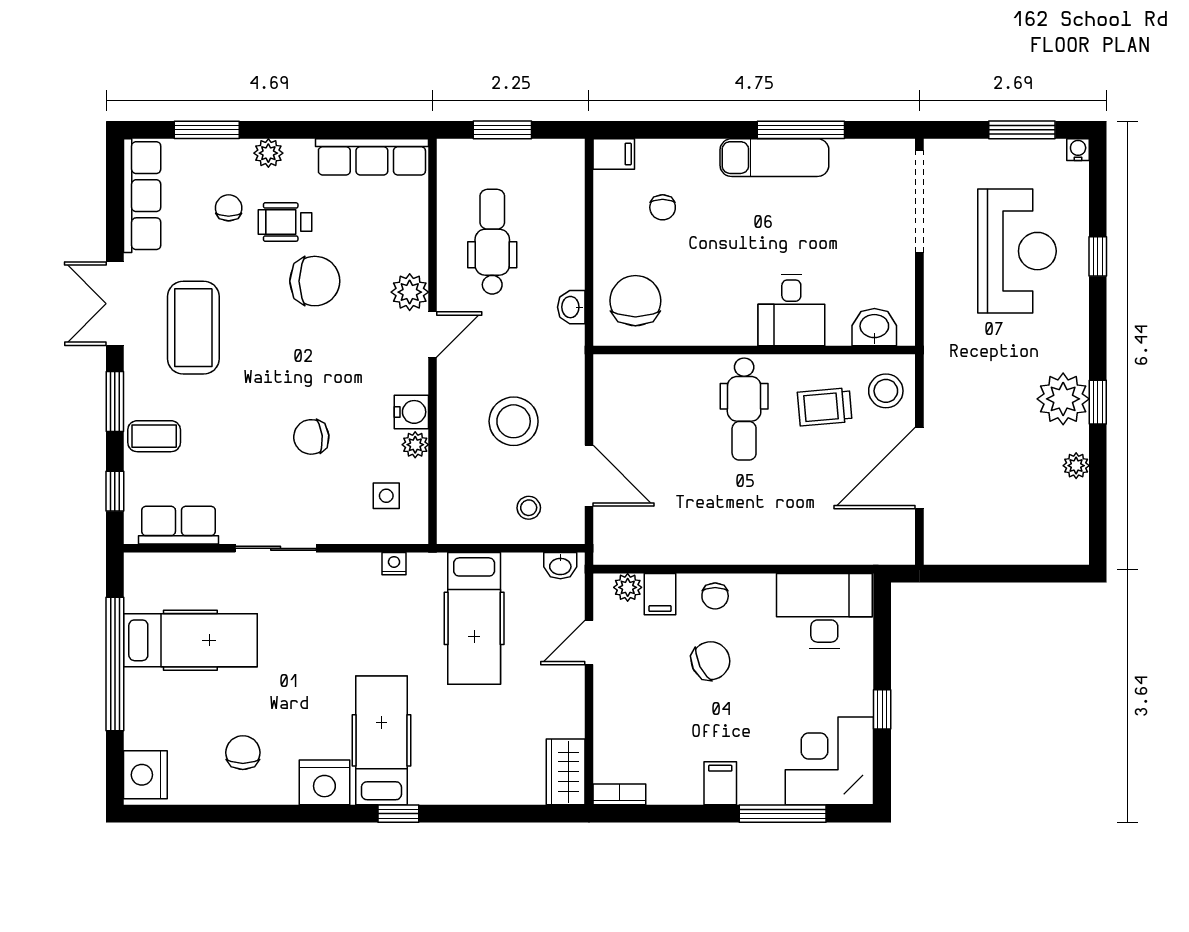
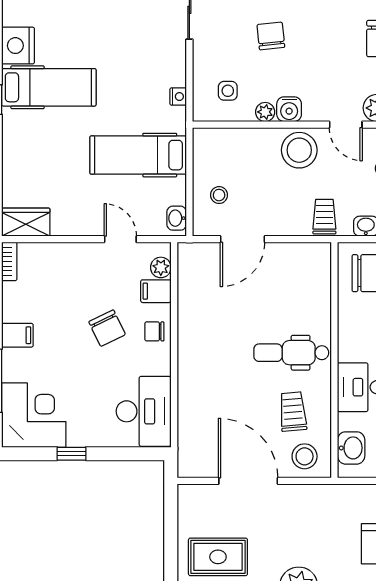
trolley: (558, 364) -> (324, 217), added
stool: (514, 421) -> (299, 150), moved
rug: (1023, 509) -> (218, 557), added

